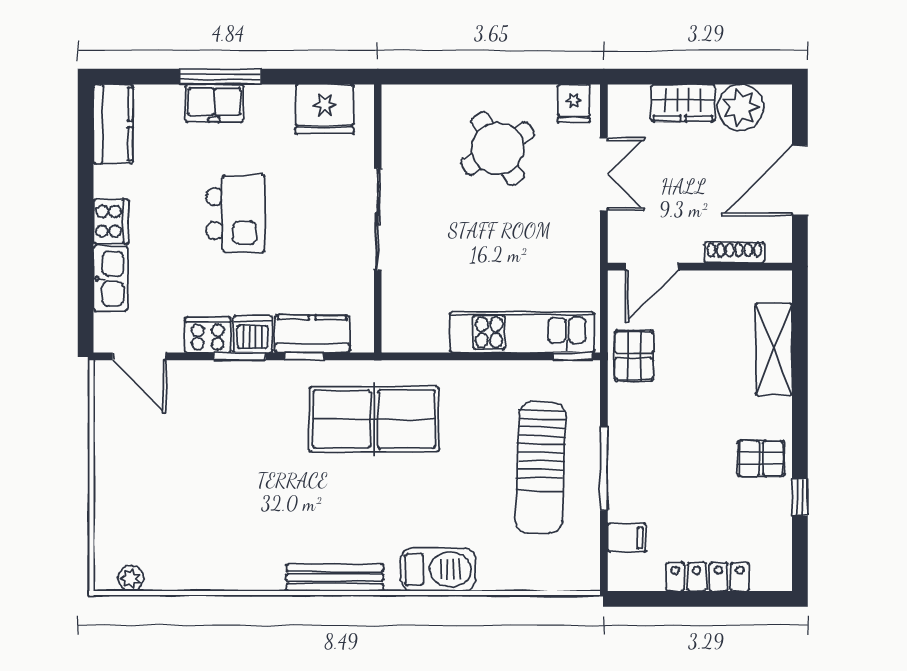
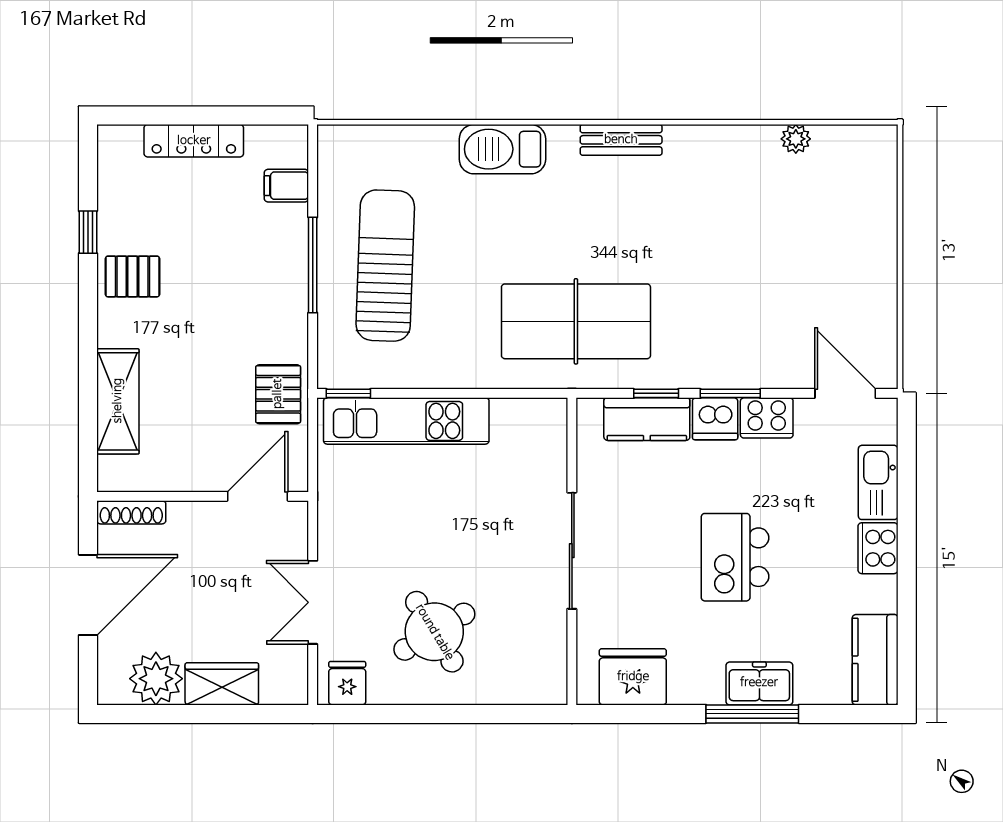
shoe rack: (734, 253) -> (131, 512), moved
plant: (131, 578) -> (796, 139), moved
bench: (335, 578) -> (621, 140), width x0.73

